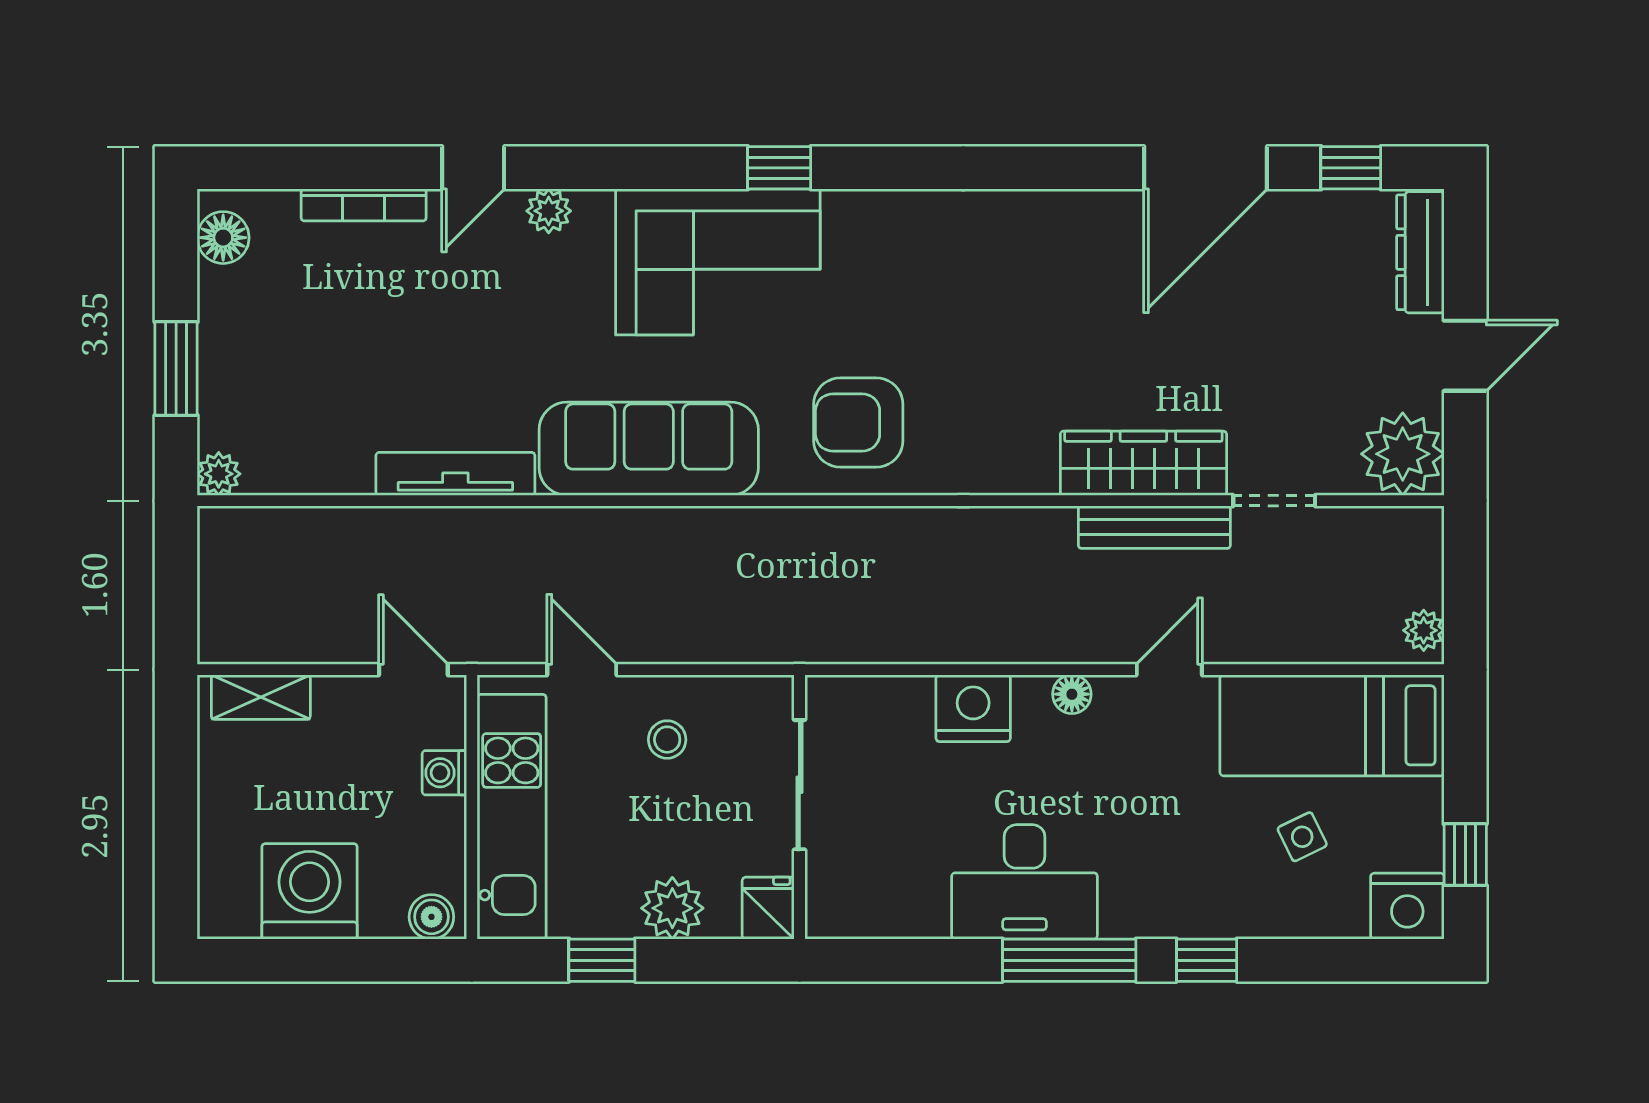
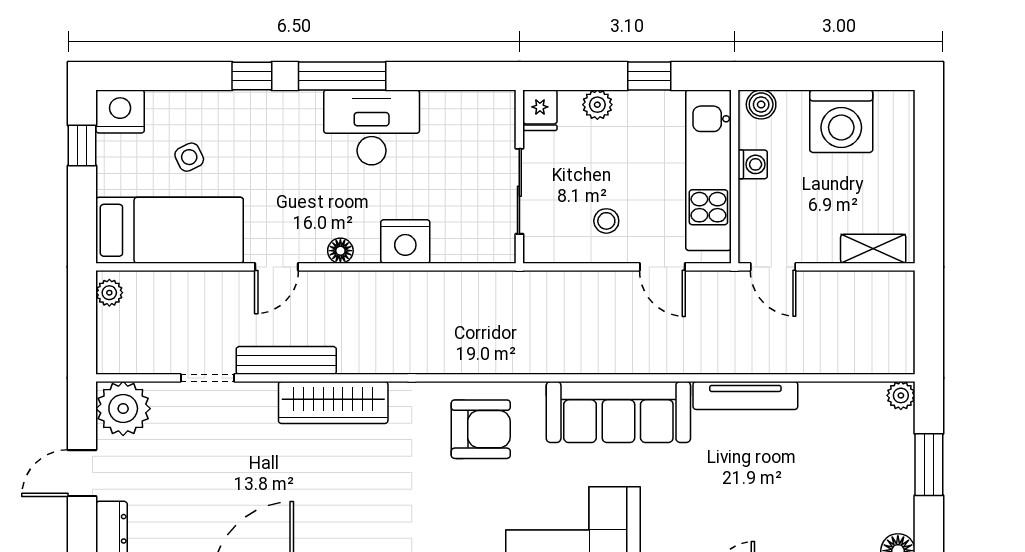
wardrobe: (1143, 463) -> (333, 402), moved
washing machine: (444, 773) -> (753, 164), moved
plant: (672, 908) -> (597, 105), width x0.73, depth x0.73

